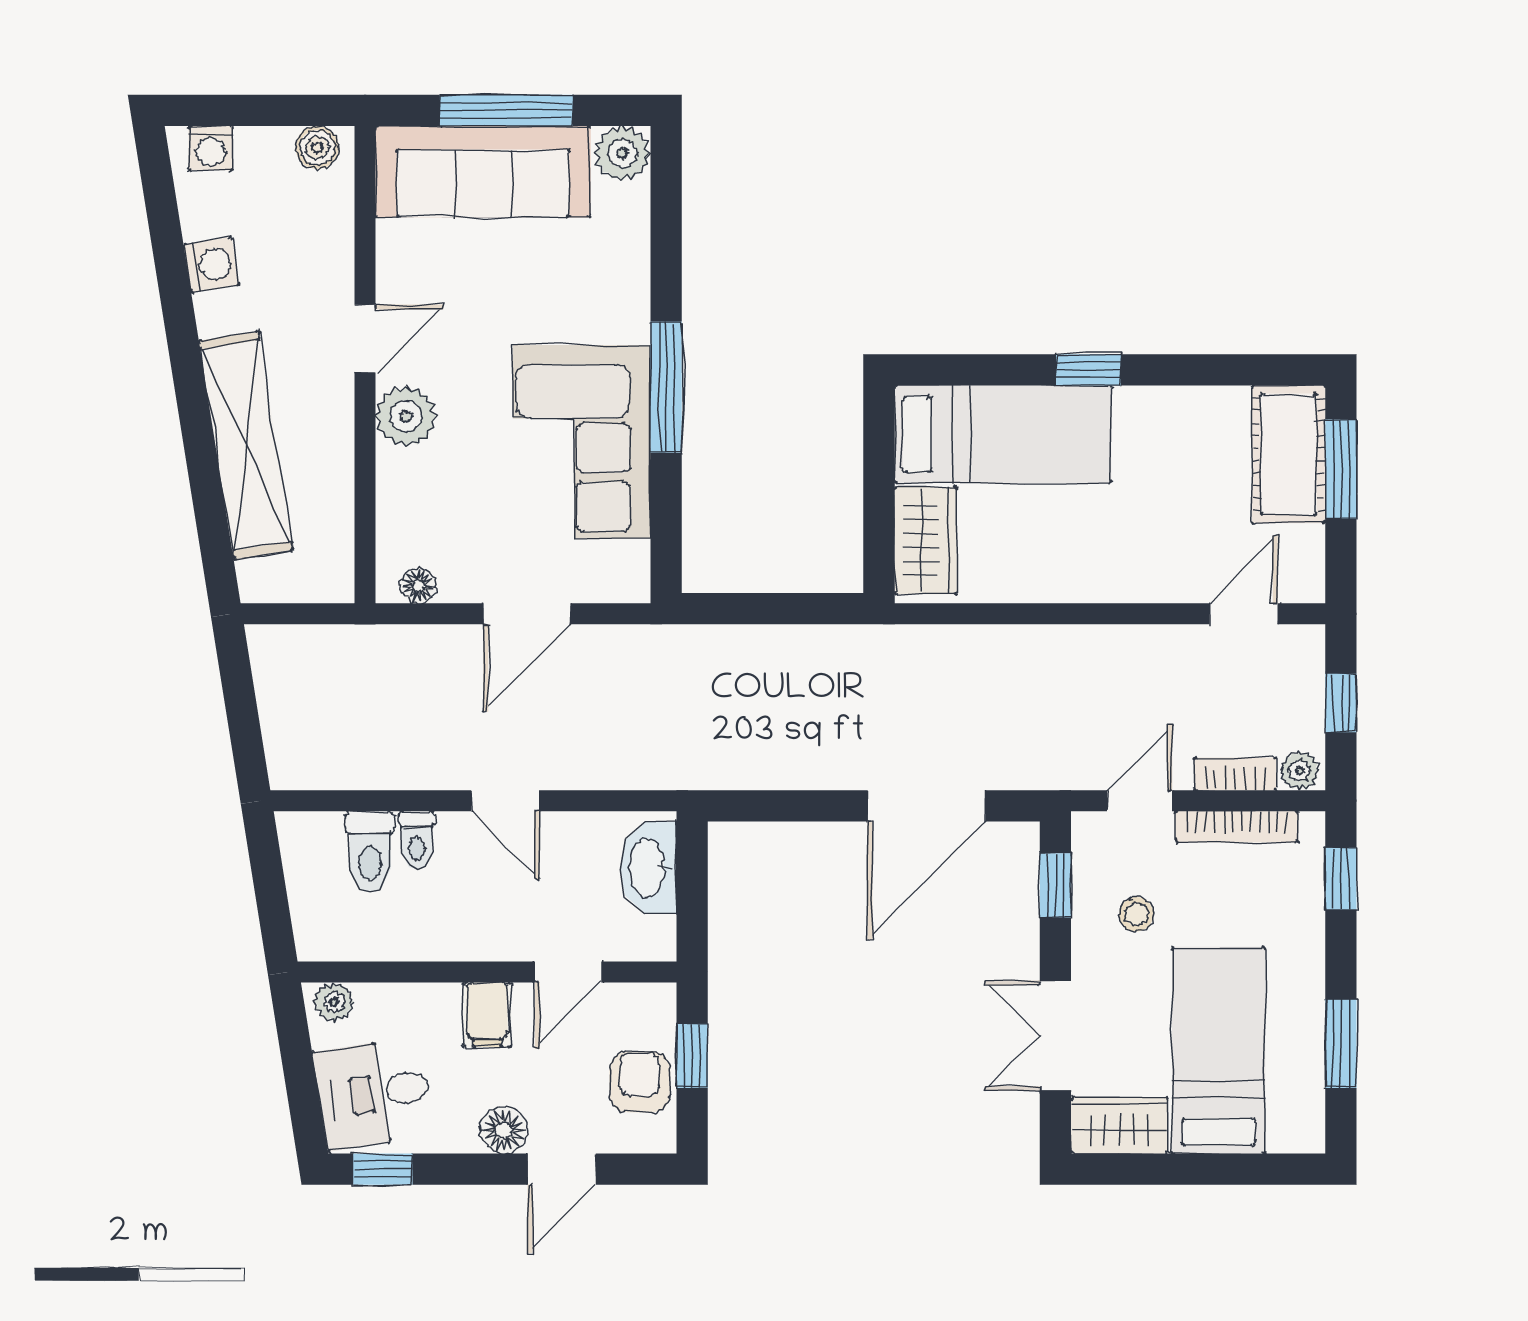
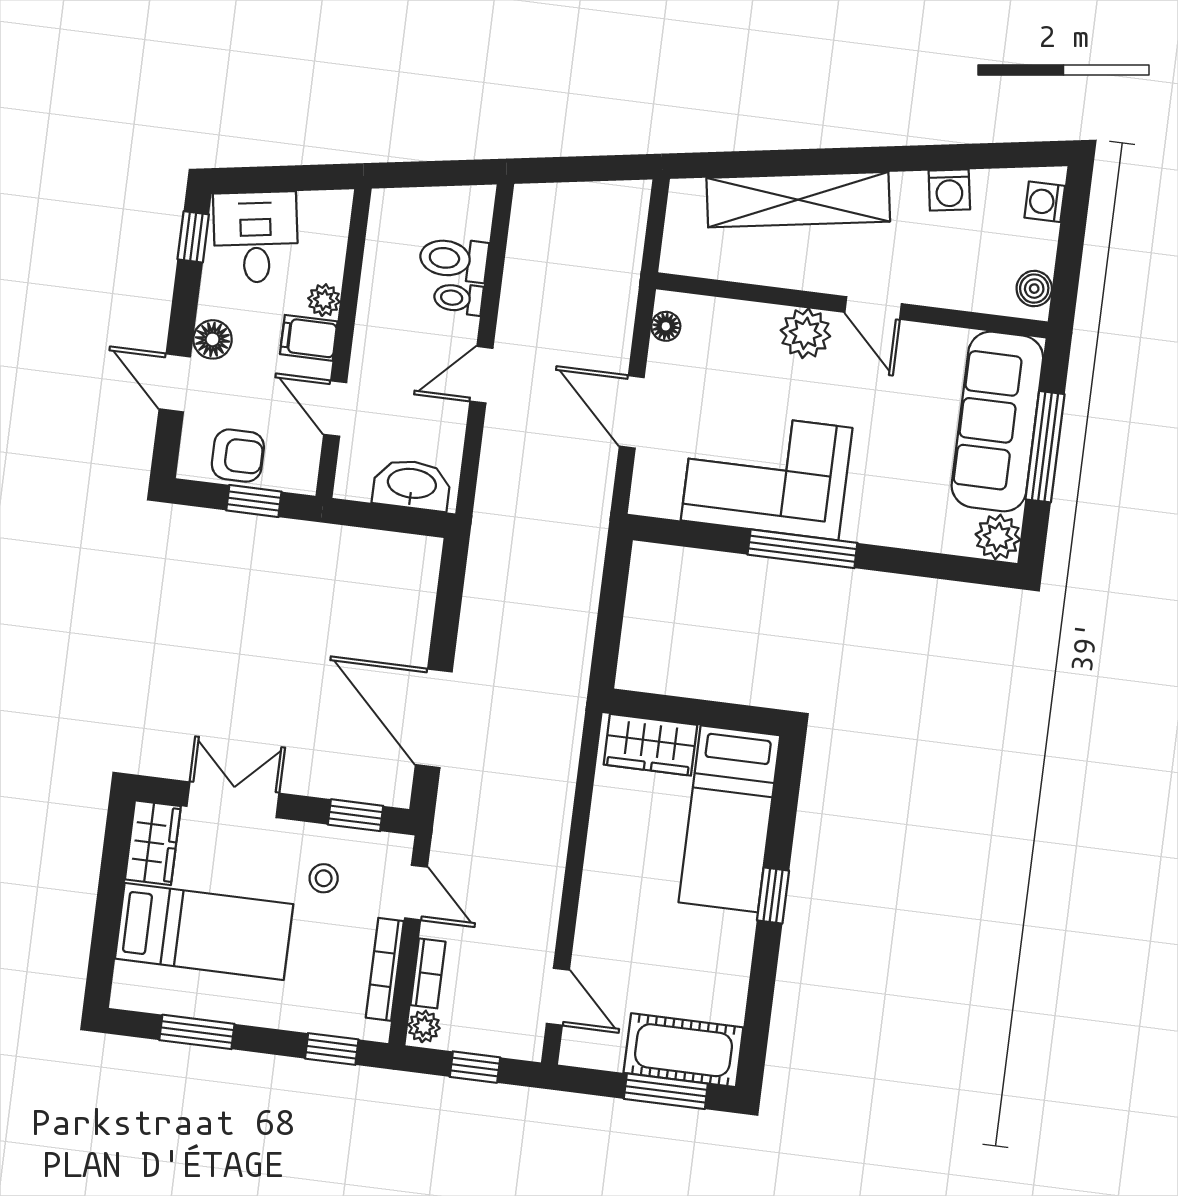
plant: (334, 1002) -> (324, 300), moved

